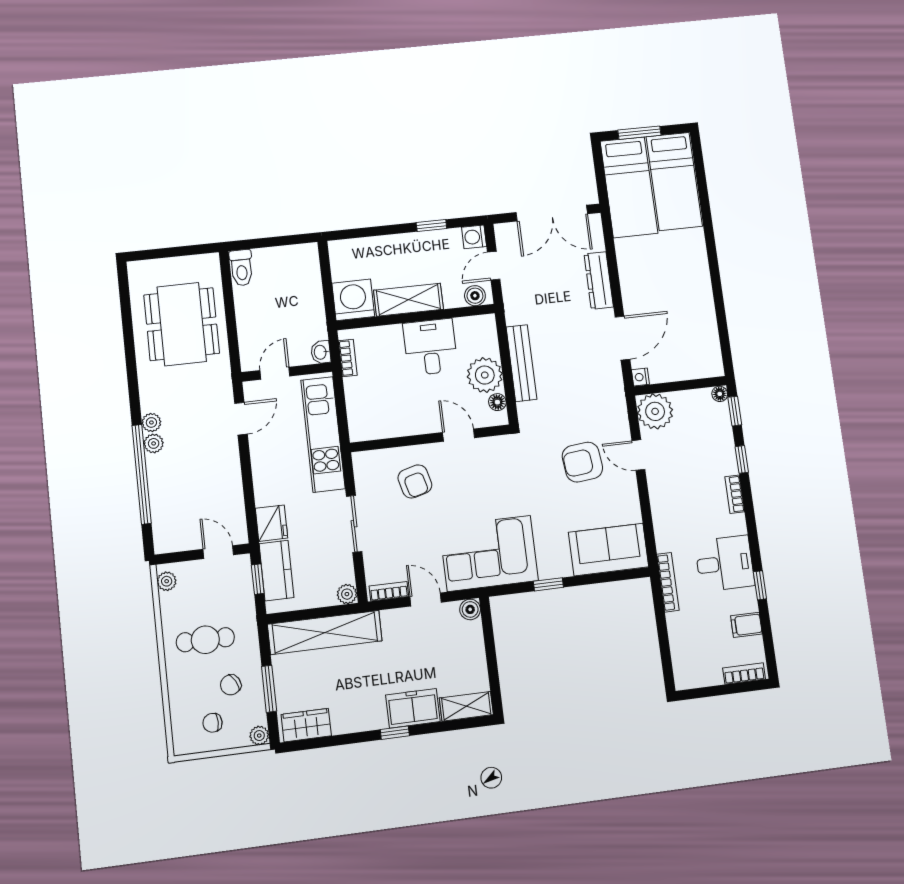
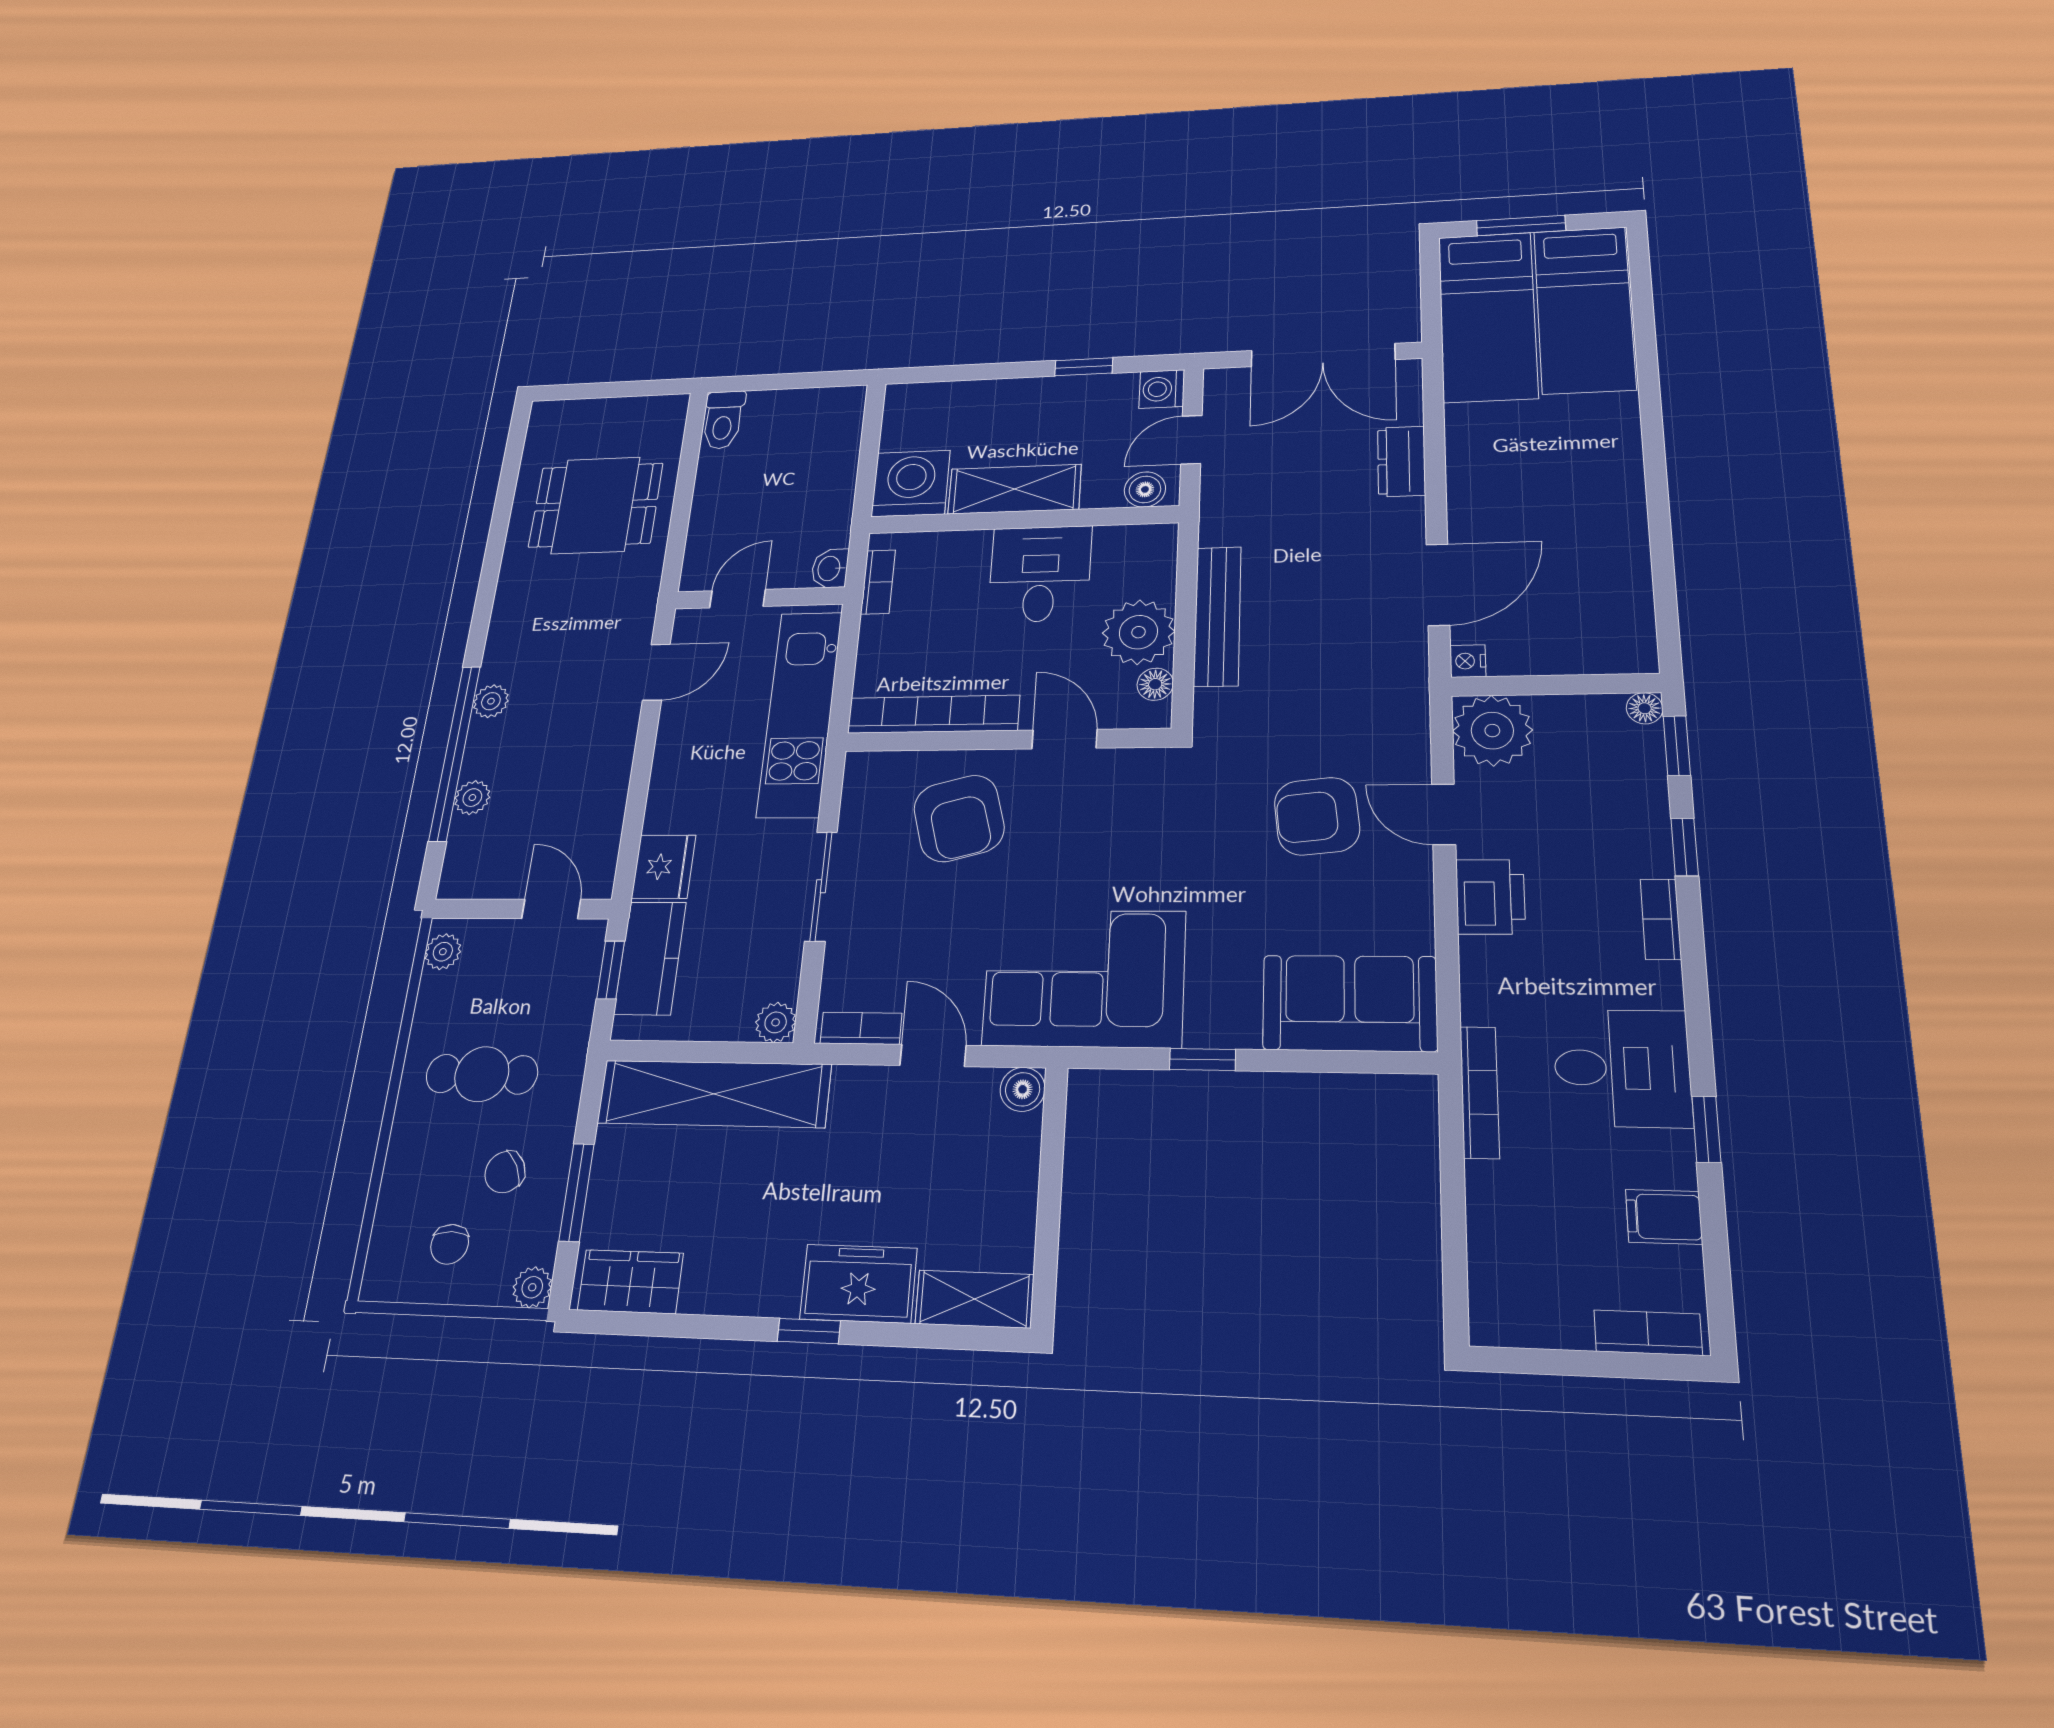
dresser: (599, 281) -> (1401, 461), width x0.70
dining table: (182, 324) -> (596, 505), width x0.73
plant: (151, 422) -> (472, 798), moved
bookcase: (391, 428) -> (933, 714), added
armchair: (415, 481) -> (959, 818), width x1.38, depth x1.38
printer: (663, 492) -> (1490, 897), added
chair: (213, 723) -> (450, 1244), turned -90

